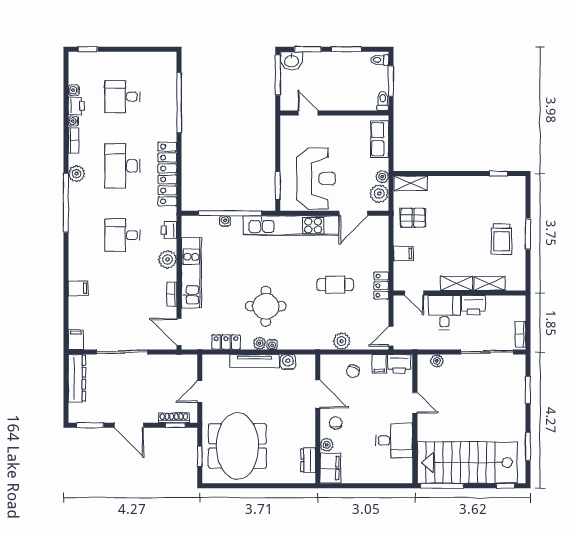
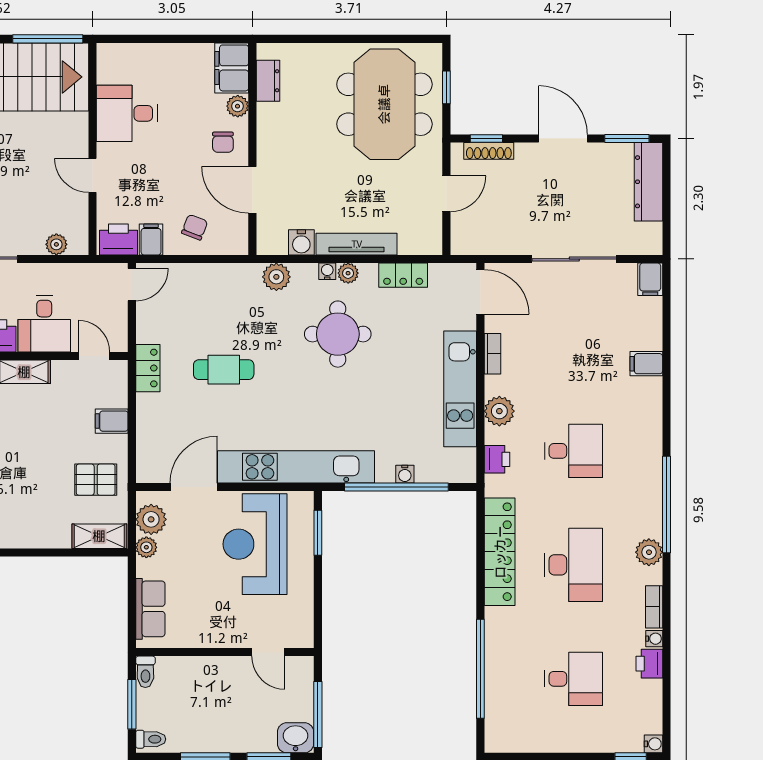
water cooler: (74, 90) -> (653, 744), moved
plant: (342, 341) -> (276, 277), moved
dresser: (77, 378) -> (648, 182), moved

